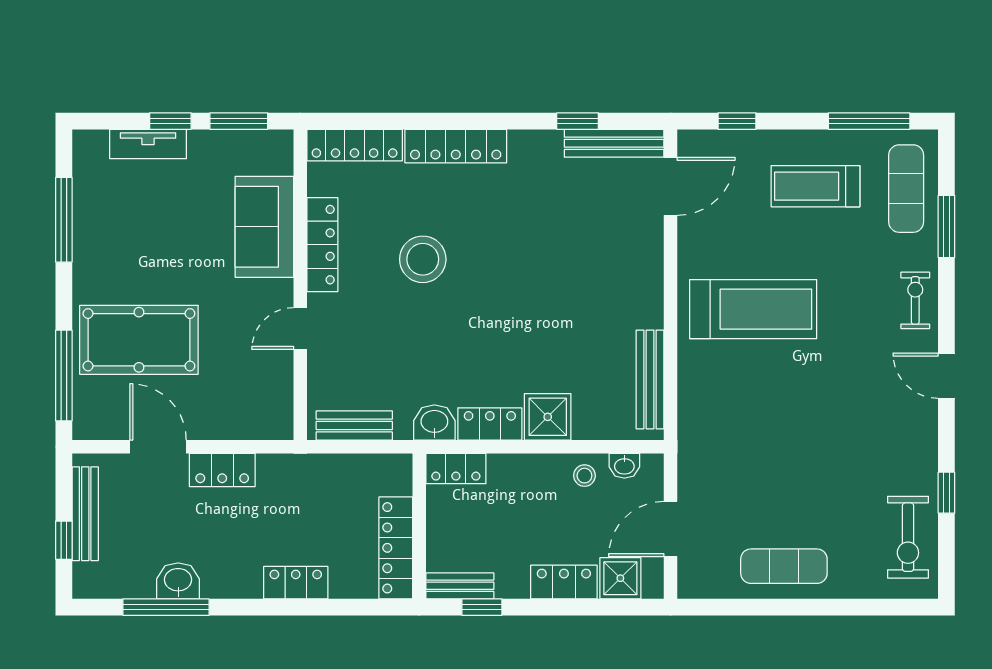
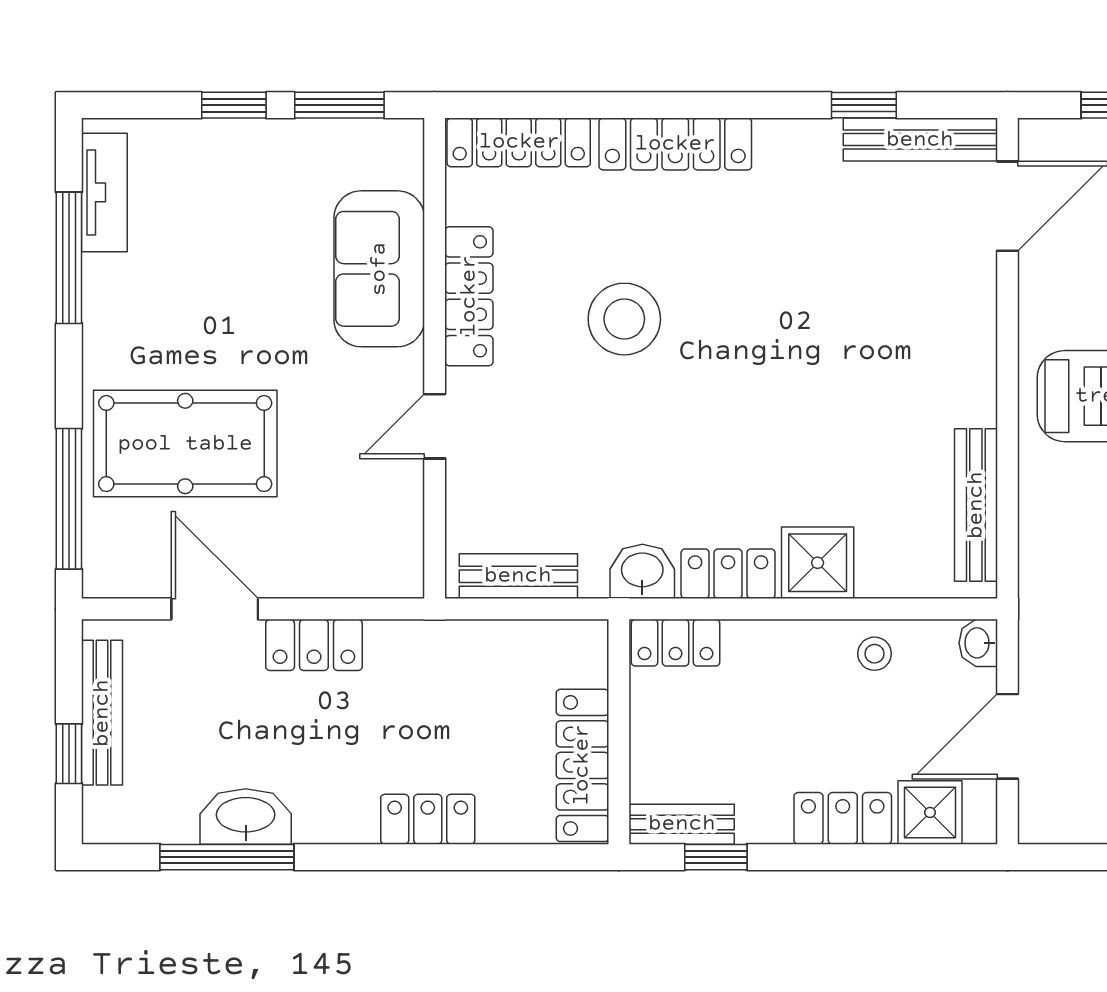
tv unit: (148, 144) -> (104, 192), moved, turned -90
washbasin: (624, 466) -> (978, 643), moved, turned 90
washbasin: (178, 581) -> (246, 816), width x1.38

